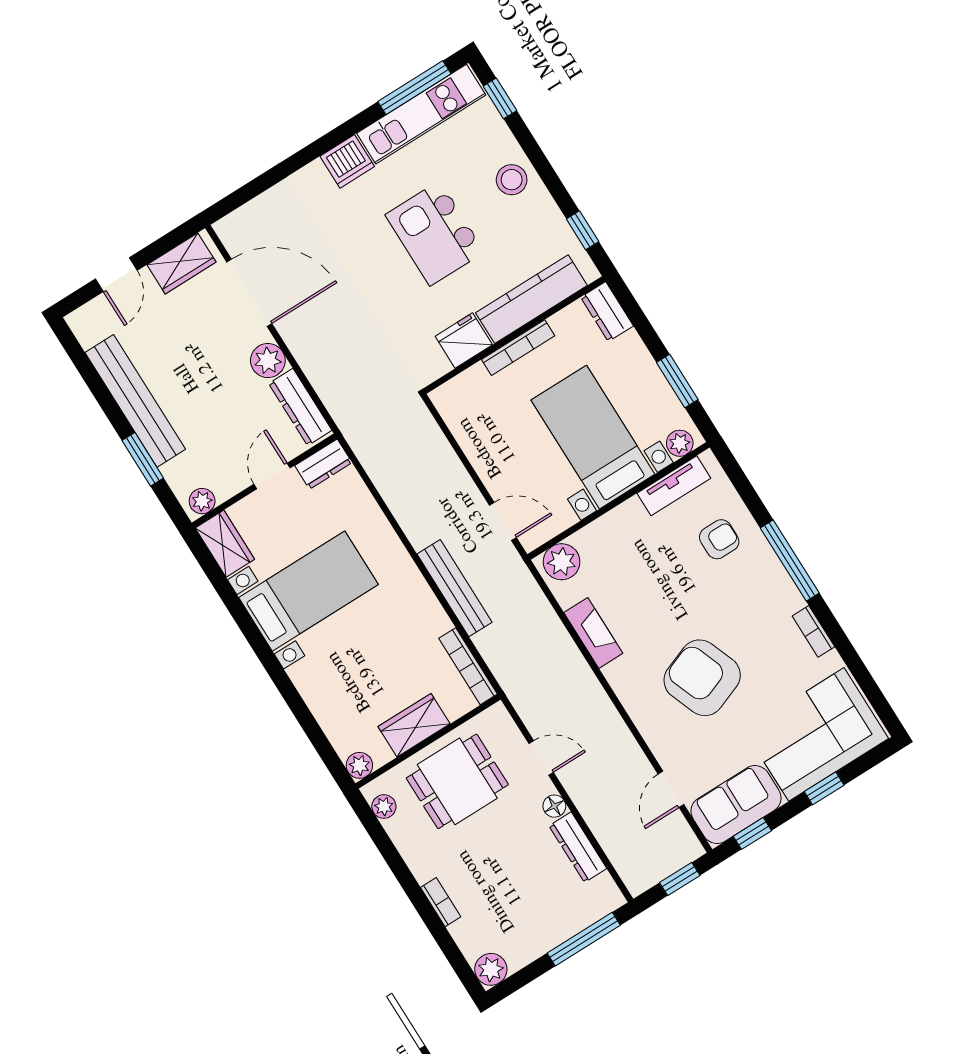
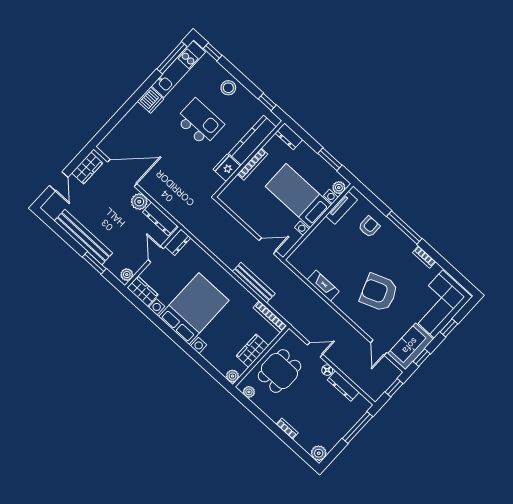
kitchen island: (435, 233) -> (200, 122), turned 180
plant: (562, 562) -> (300, 257), removed
bed with nightstands: (309, 591) -> (194, 309), width x1.36

